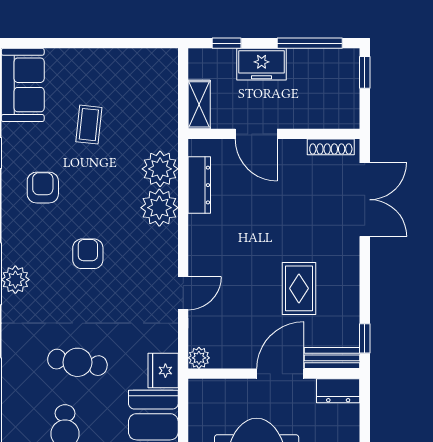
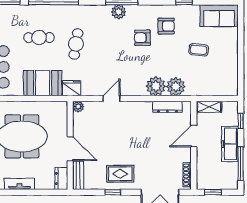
freezer: (262, 64) -> (230, 144), width x1.40
window: (365, 72) -> (213, 192), moved
armchair: (88, 254) -> (142, 38), moved, turned 180
rug: (299, 288) -> (120, 174), moved
door: (183, 293) -> (112, 98), swing flipped
window: (365, 338) -> (113, 192), moved

